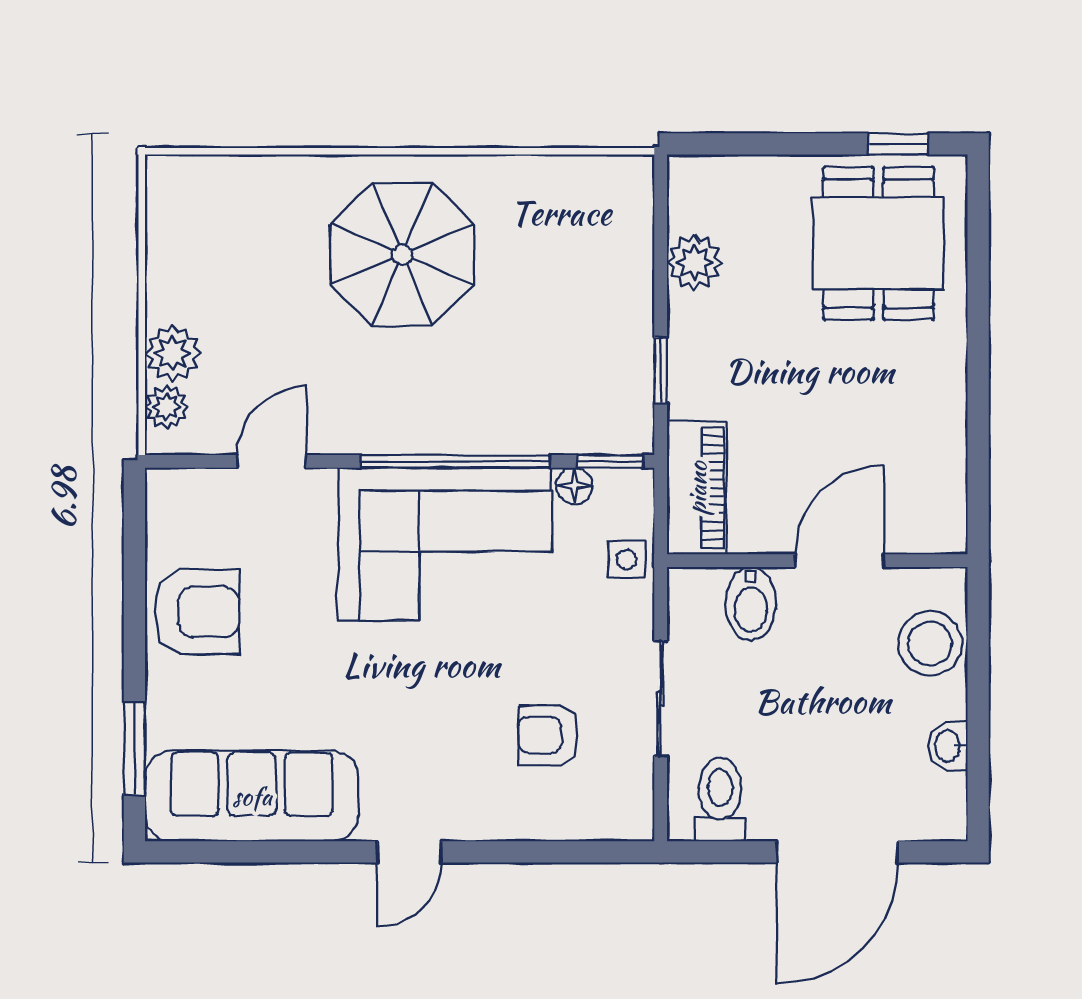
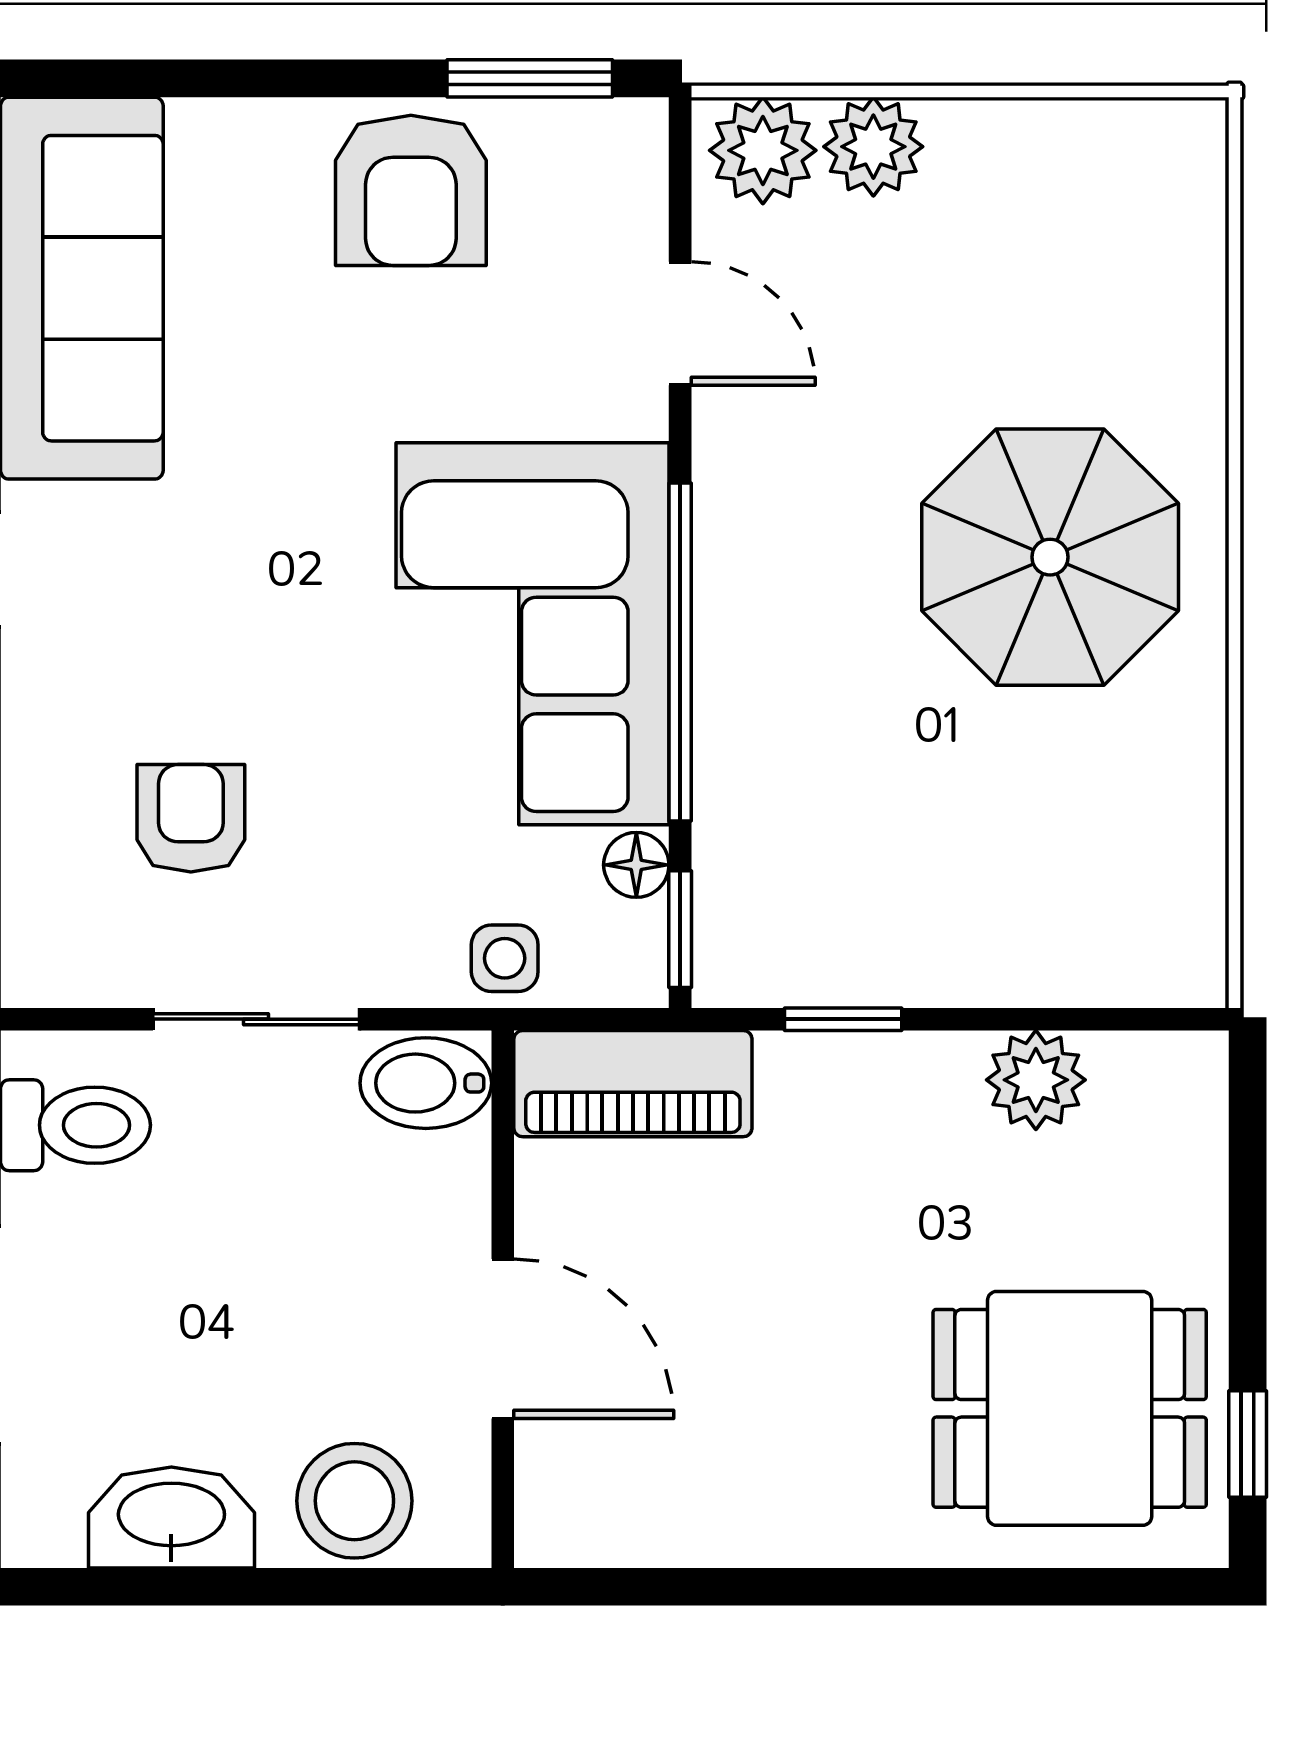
plant: (167, 407) -> (763, 150), width x1.38, depth x1.38
bidet: (751, 604) -> (426, 1083), moved
washbasin: (948, 746) -> (171, 1517), width x1.91, depth x1.45
window: (134, 749) -> (530, 78), moved

